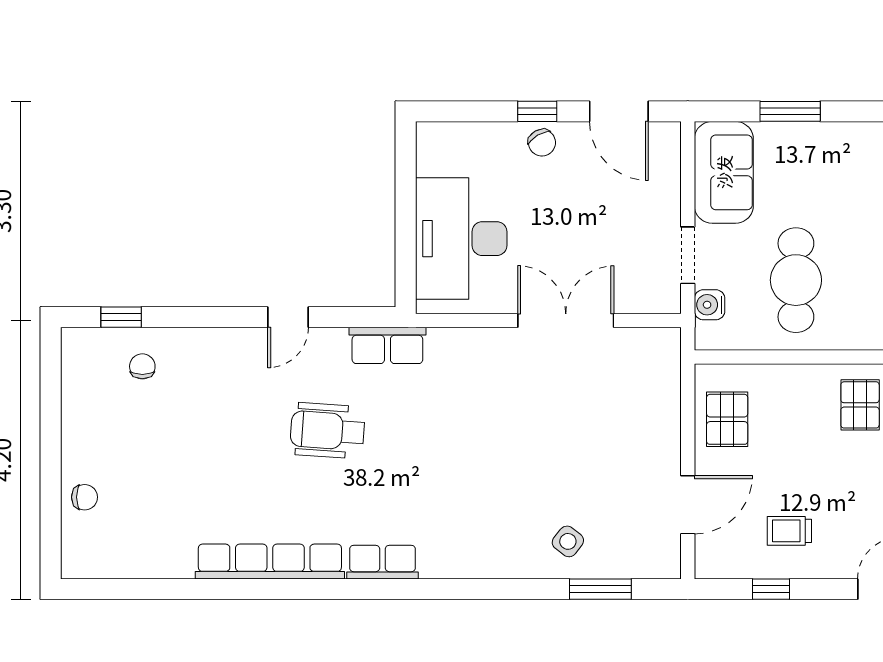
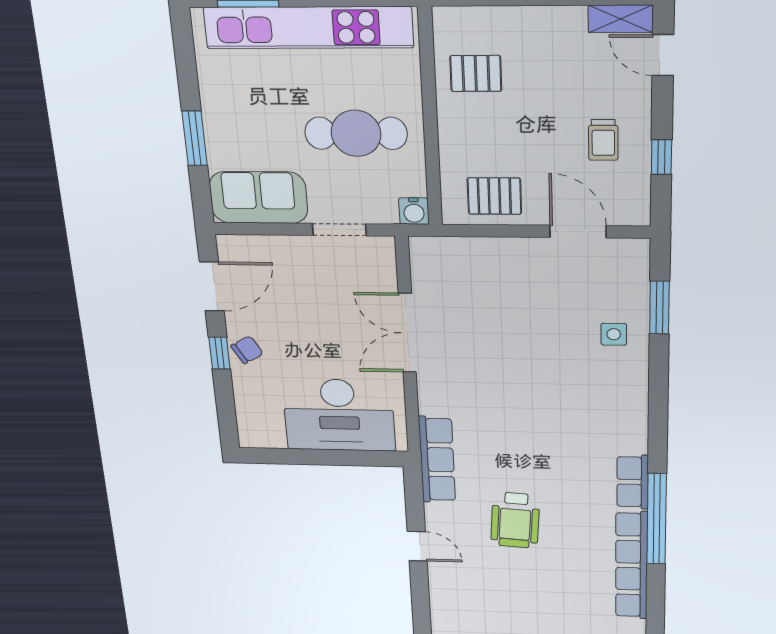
water cooler: (710, 305) -> (414, 211), moved
row of seats: (387, 345) -> (437, 460), width x1.48
side table: (568, 541) -> (614, 334), turned -38
window: (334, 589) -> (657, 519), added

